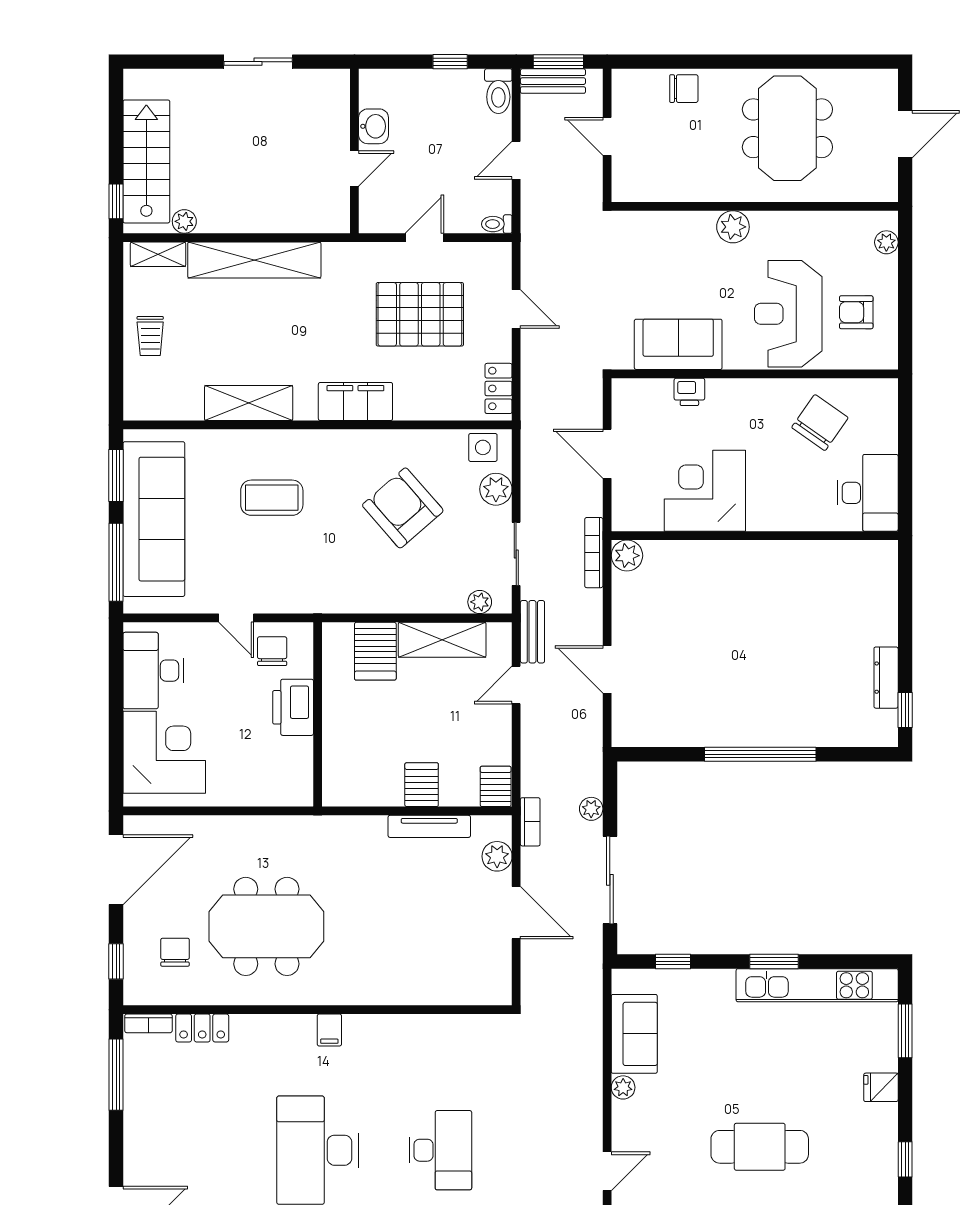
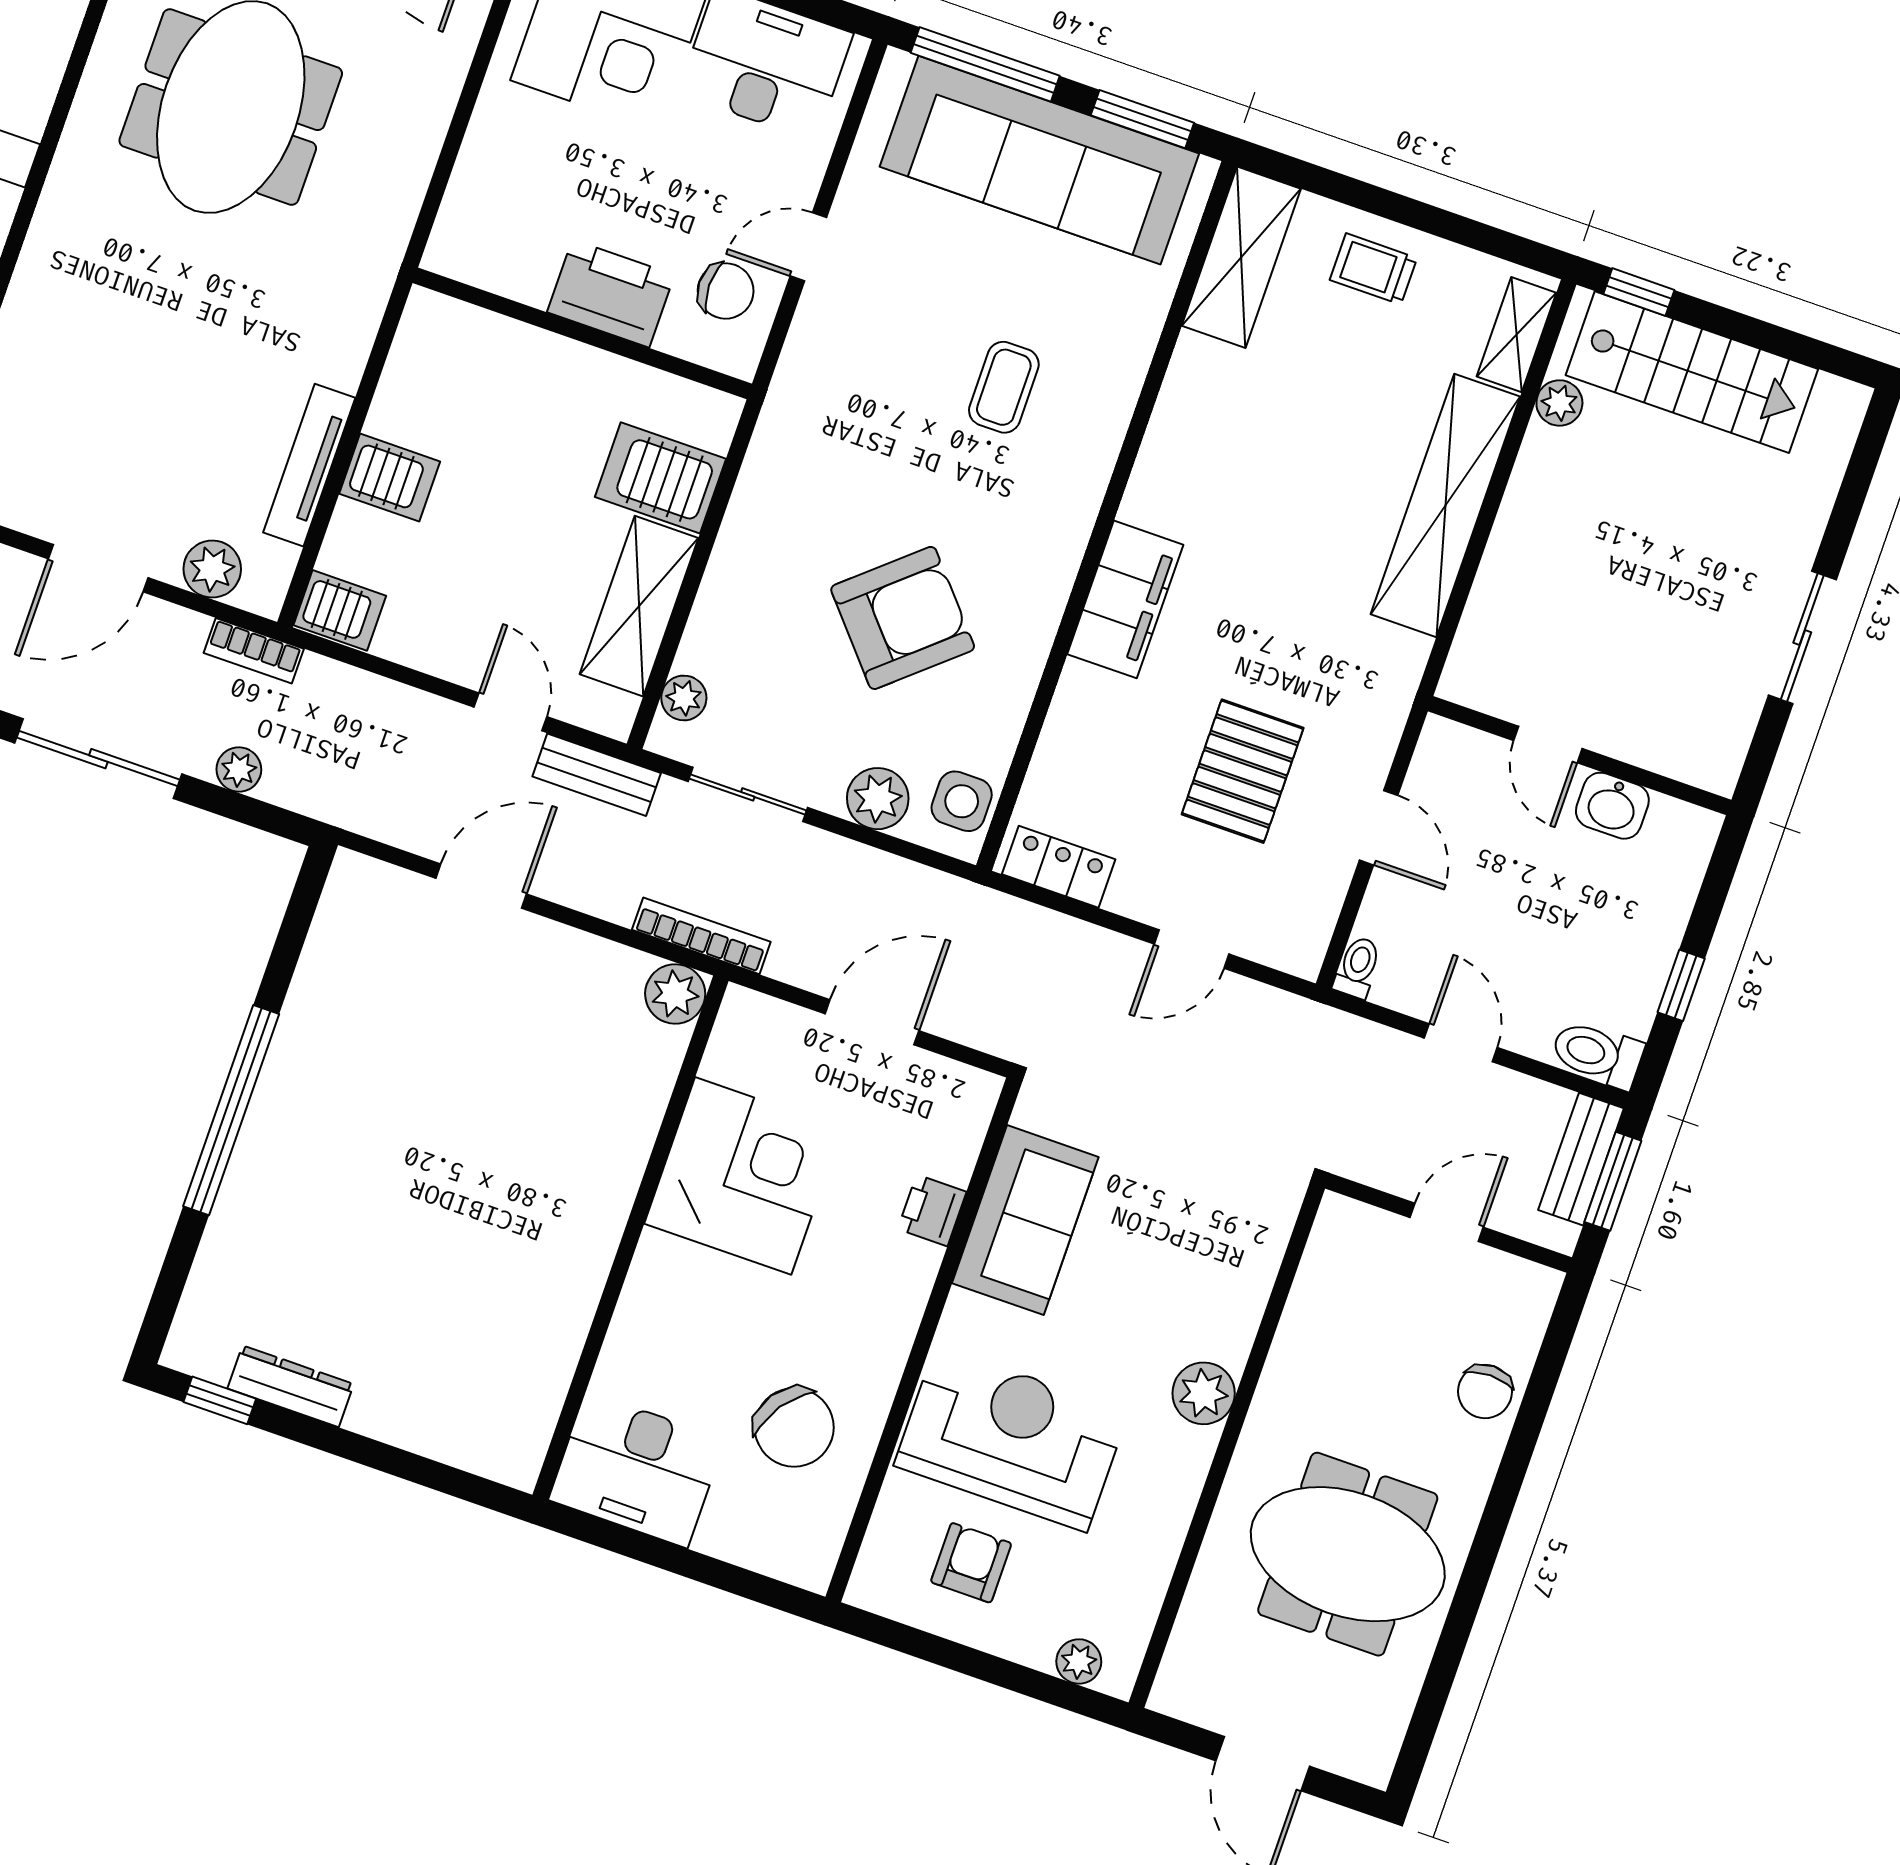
pallet: (420, 314) -> (1243, 771), width x0.73, depth x0.71
shelving: (249, 403) -> (1241, 257), moved
coffee table: (272, 498) -> (1004, 387), width x0.73, depth x0.77

